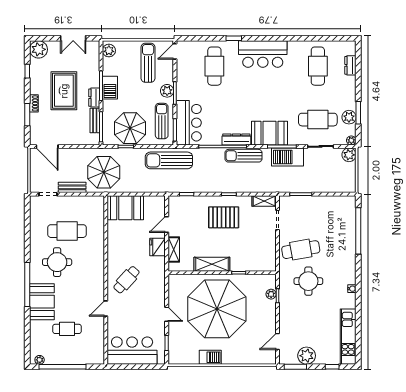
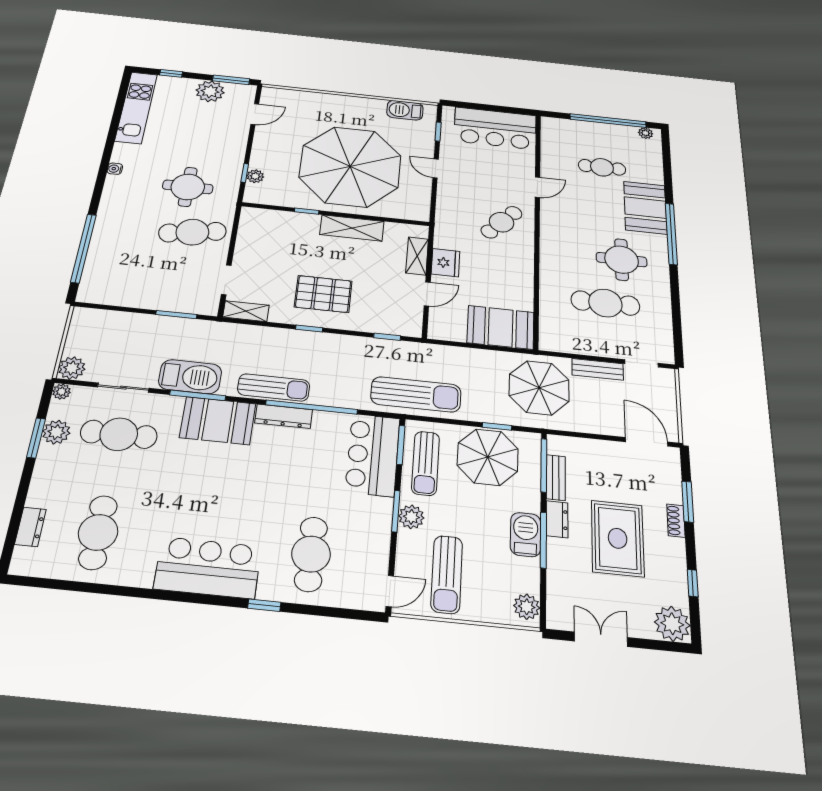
barbecue: (210, 357) -> (405, 110), moved

